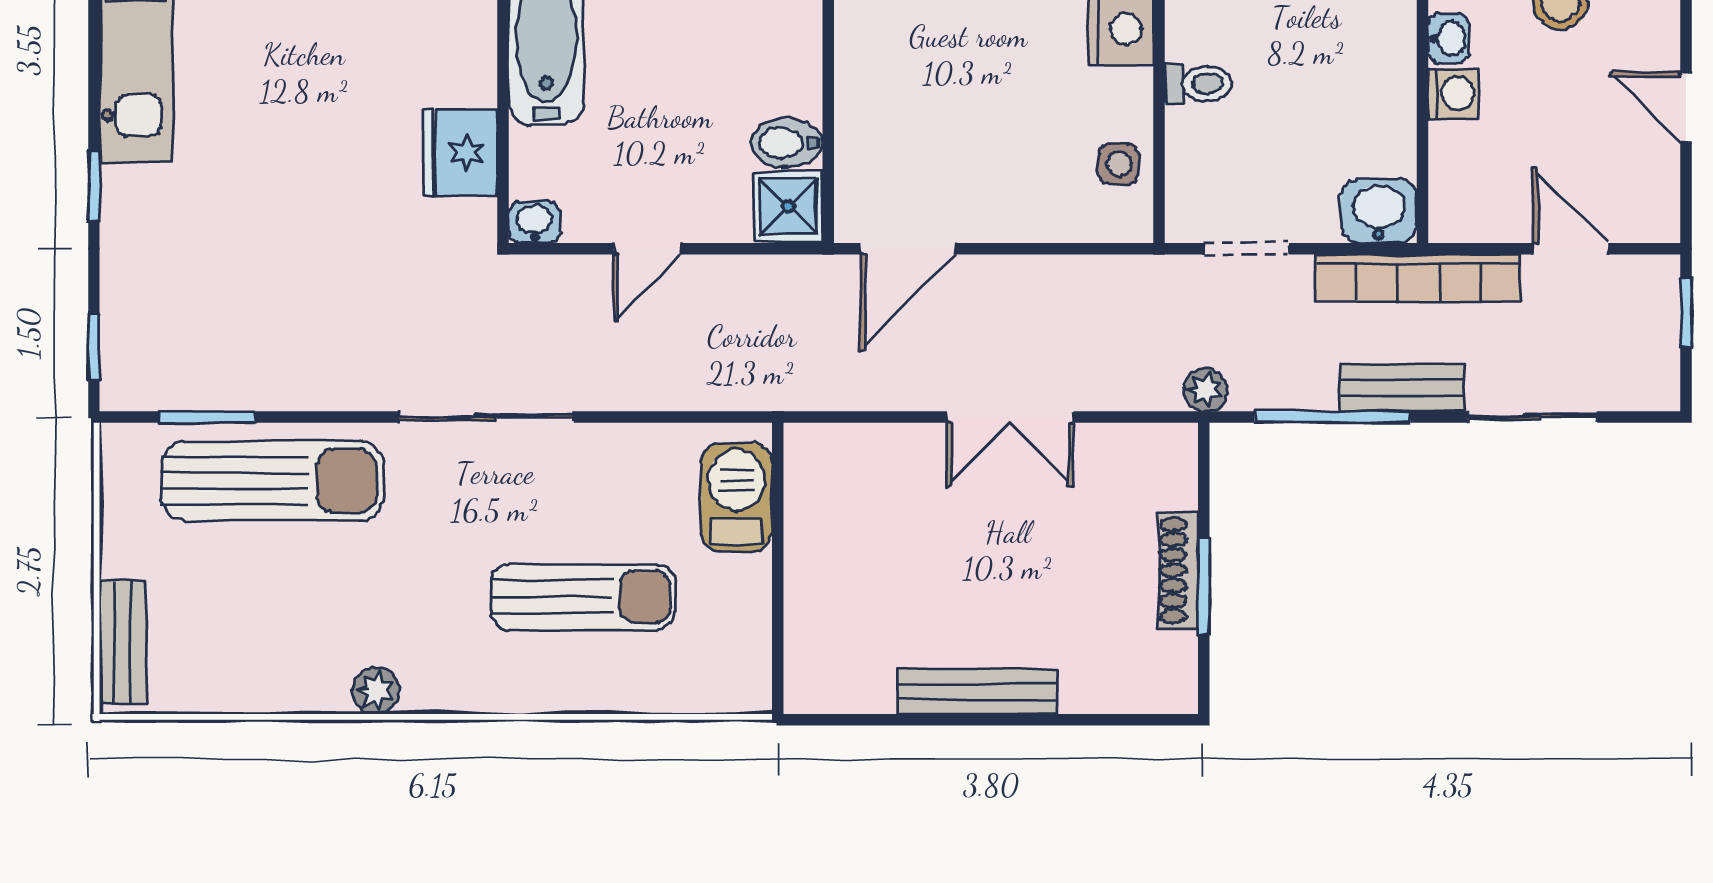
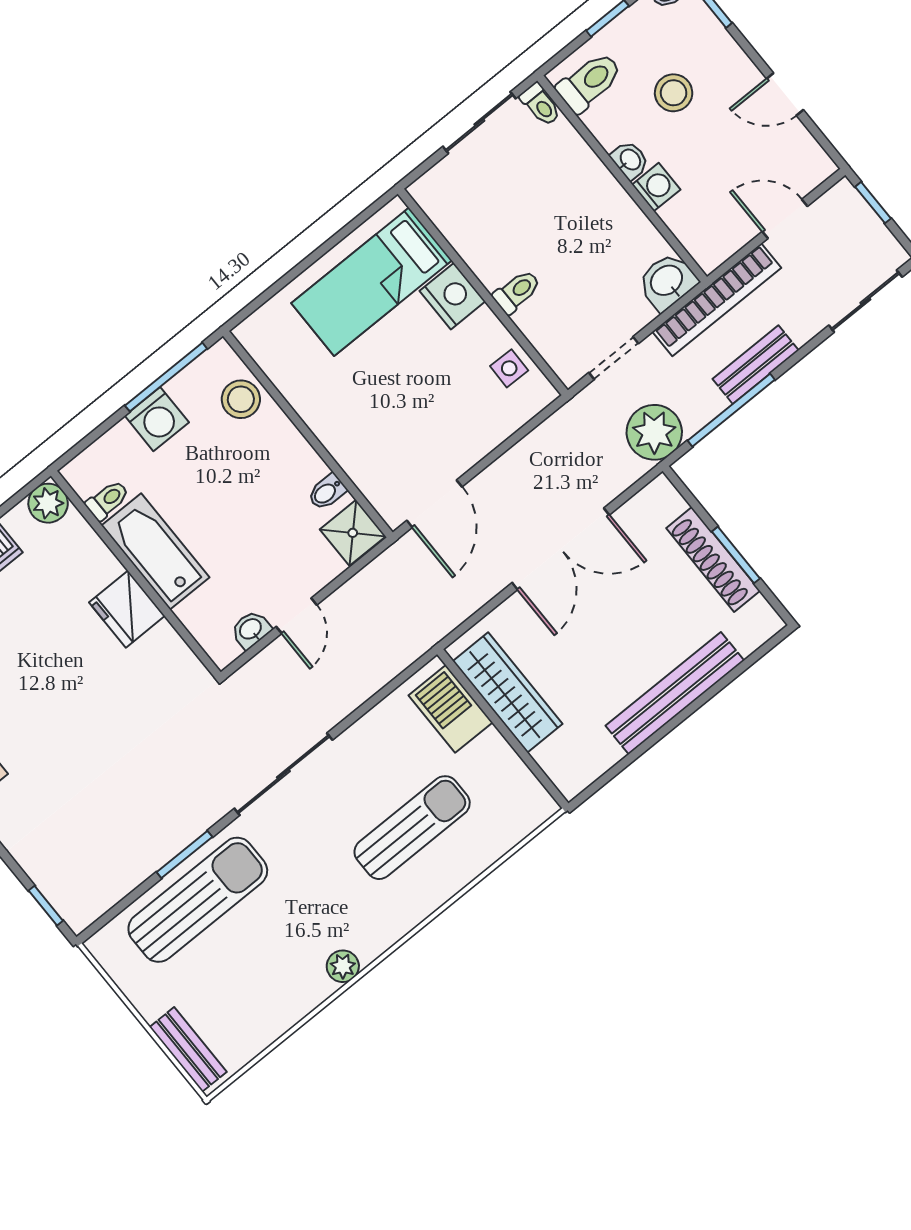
bidet: (787, 143) -> (327, 492), width x0.72, depth x0.74
fridge: (460, 153) -> (127, 609), moved
washbasin: (535, 222) -> (251, 630), moved
plant: (1206, 390) -> (654, 432), width x1.88, depth x1.88
window: (208, 417) -> (184, 855), moved
double door: (1010, 417) -> (561, 549), width x1.37
sliding door: (1533, 417) -> (865, 301), moved
wardrobe: (817, 532) -> (508, 692), added
shoe rack: (1178, 570) -> (713, 559), width x1.36, depth x1.24
bench: (977, 692) -> (675, 693), width x1.37, depth x1.21

